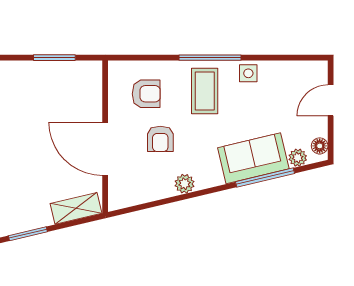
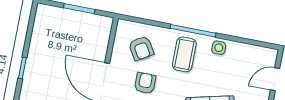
armchair: (146, 94) -> (141, 48), turned 59
armchair: (160, 139) -> (145, 83), turned 180

